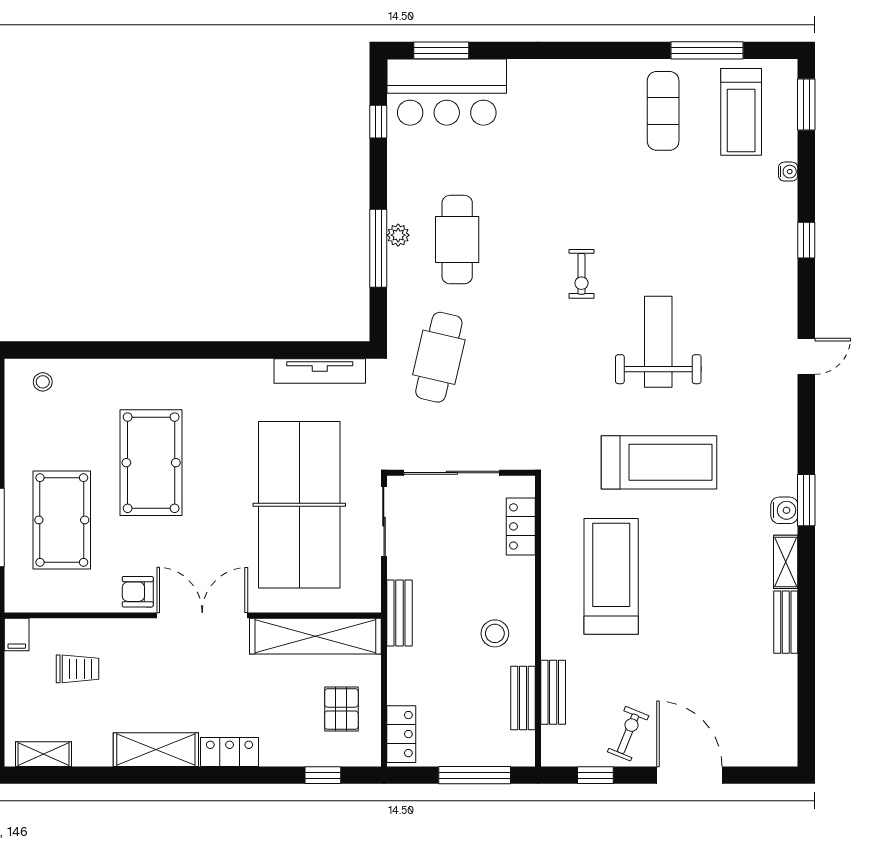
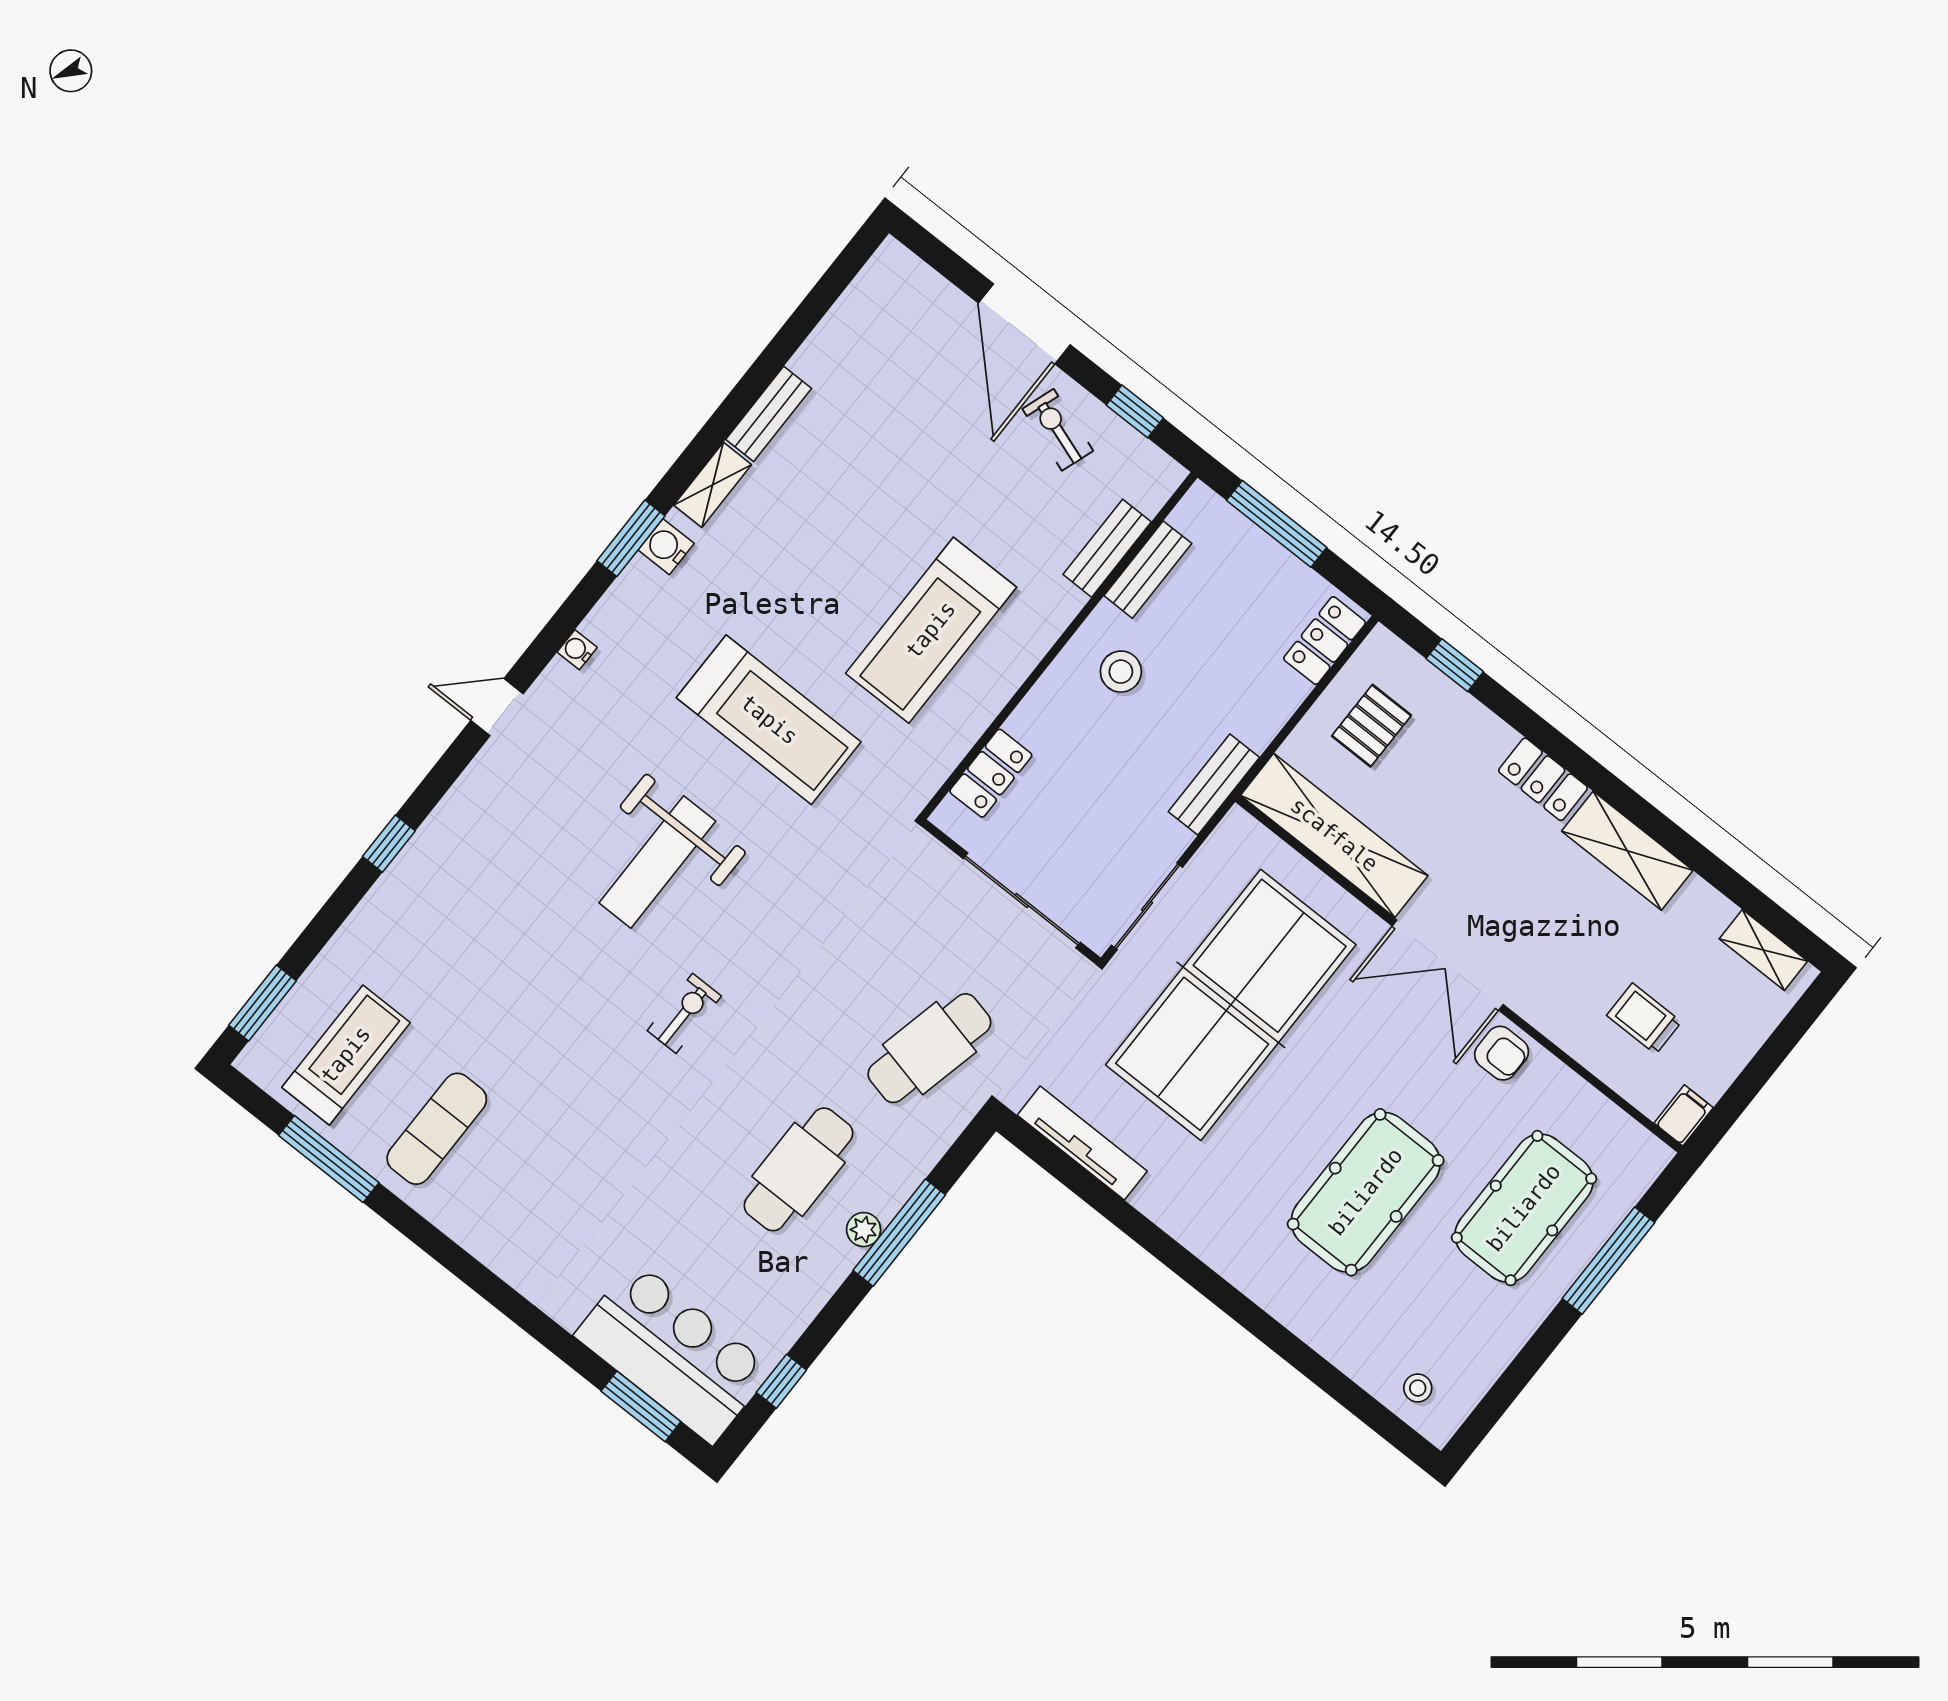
water cooler: (788, 172) -> (577, 650), moved
treadmill: (659, 462) -> (769, 720), turned 180
exercise bike: (628, 734) -> (1058, 430), turned 87

